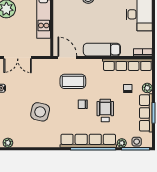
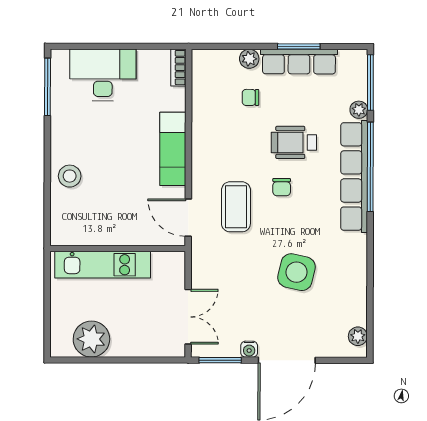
door: (67, 57) -> (188, 218), hinge flipped
row of seats: (127, 65) -> (203, 98), removed
side table: (137, 142) -> (356, 80), removed

